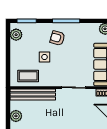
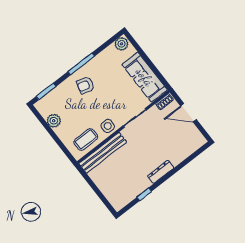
plant: (16, 35) -> (54, 121), moved
side table: (45, 57) -> (108, 126), moved
plant: (16, 116) -> (103, 184), removed

